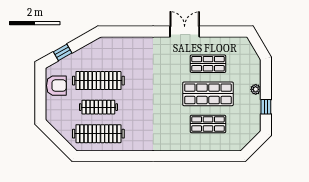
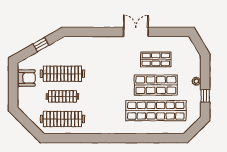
window: (63, 52) -> (41, 45), moved
shop shelf: (208, 124) -> (156, 111), width x2.00, depth x1.36

